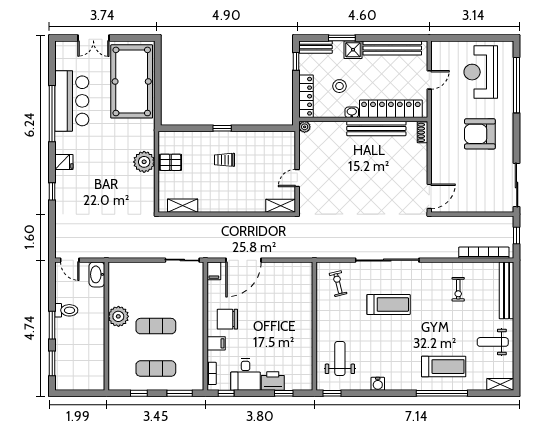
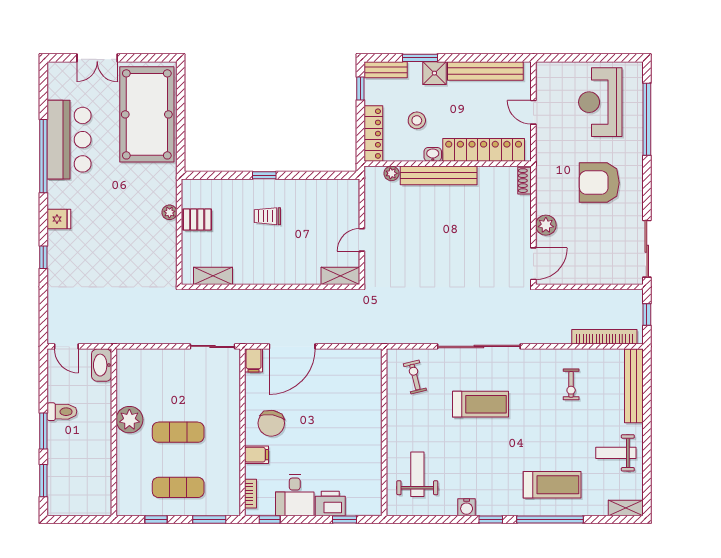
door: (429, 80) -> (533, 112), swing flipped
plant: (305, 127) -> (391, 173), moved
bench: (376, 128) -> (439, 175), moved
plant: (144, 162) -> (169, 212), width x0.53, depth x0.53
plant: (439, 167) -> (546, 225), added
chair: (227, 319) -> (271, 423), turned -81
window: (332, 393) -> (491, 520), moved

